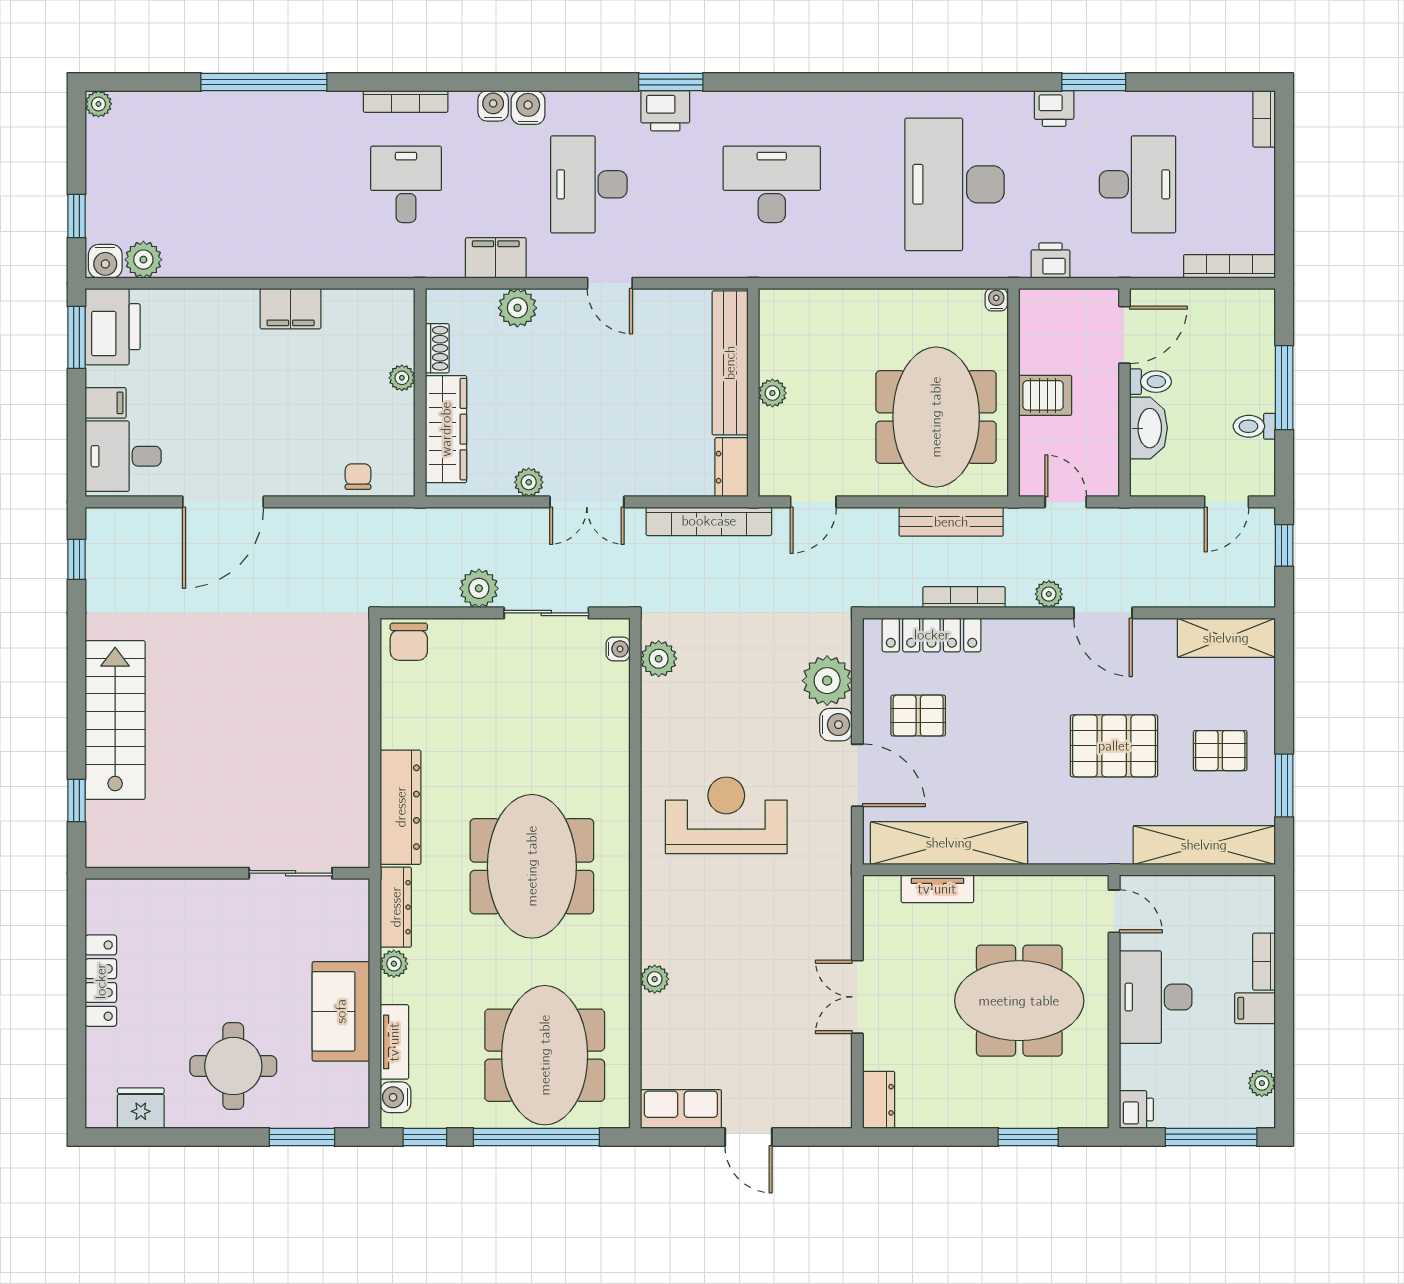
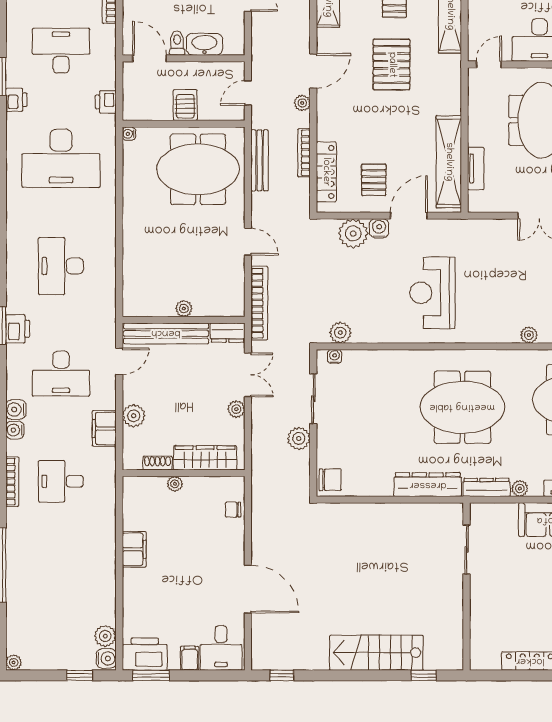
bench: (730, 363) -> (166, 333), moved
wall: (753, 393) -> (184, 320), moved
plant: (772, 393) -> (184, 309), moved
dresser: (731, 467) -> (228, 333), moved

